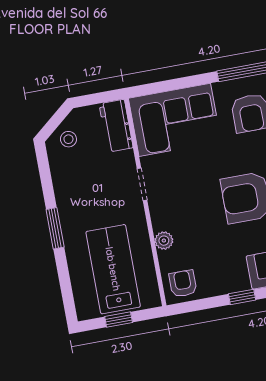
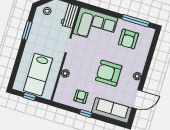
window: (55, 228) -> (27, 30), moved
lab bench: (113, 269) -> (38, 75), turned 180
armchair: (183, 284) -> (81, 97), moved

